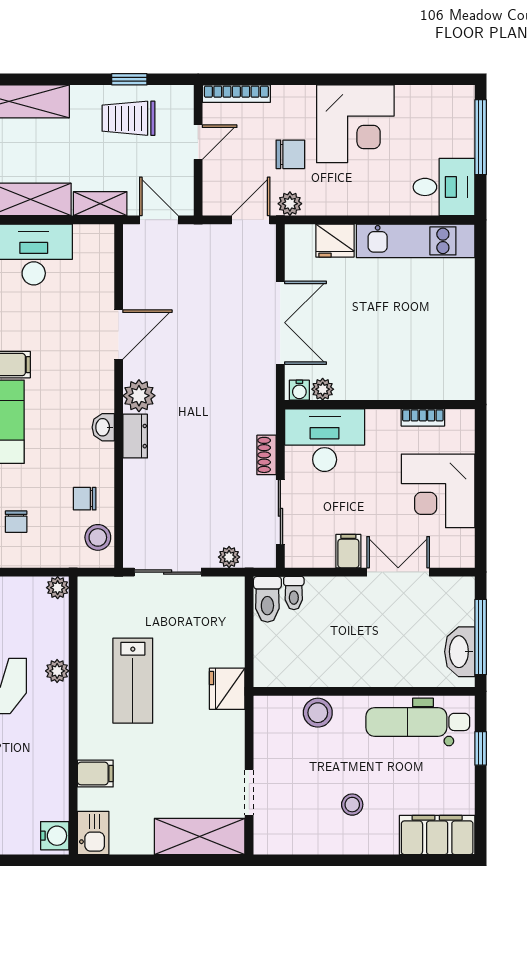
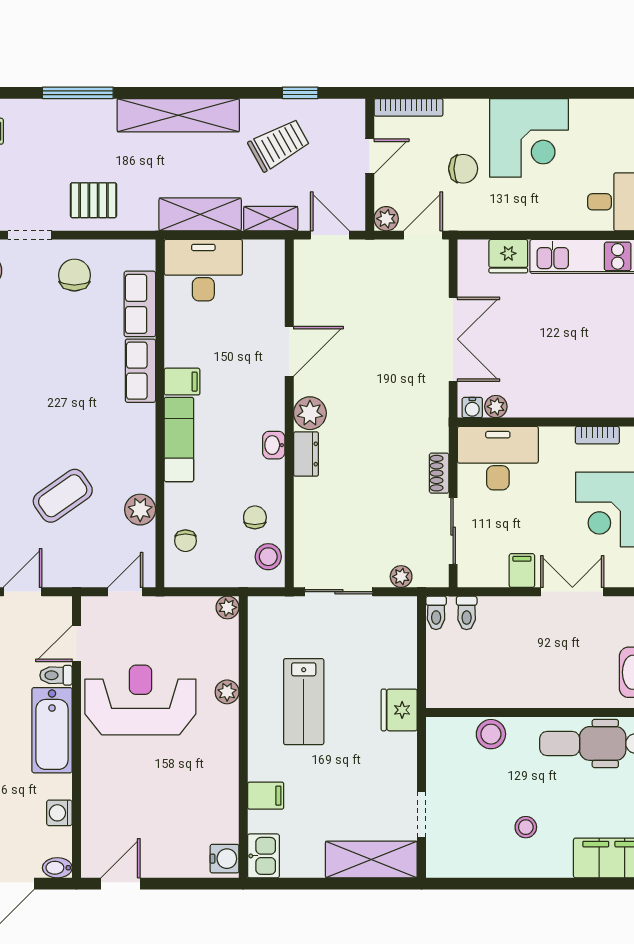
trolley: (129, 118) -> (279, 145), moved, turned 151
plant: (290, 204) -> (386, 219), moved
chair: (85, 499) -> (255, 517), turned 90
toilet: (267, 599) -> (436, 613), width x0.73, depth x0.72

